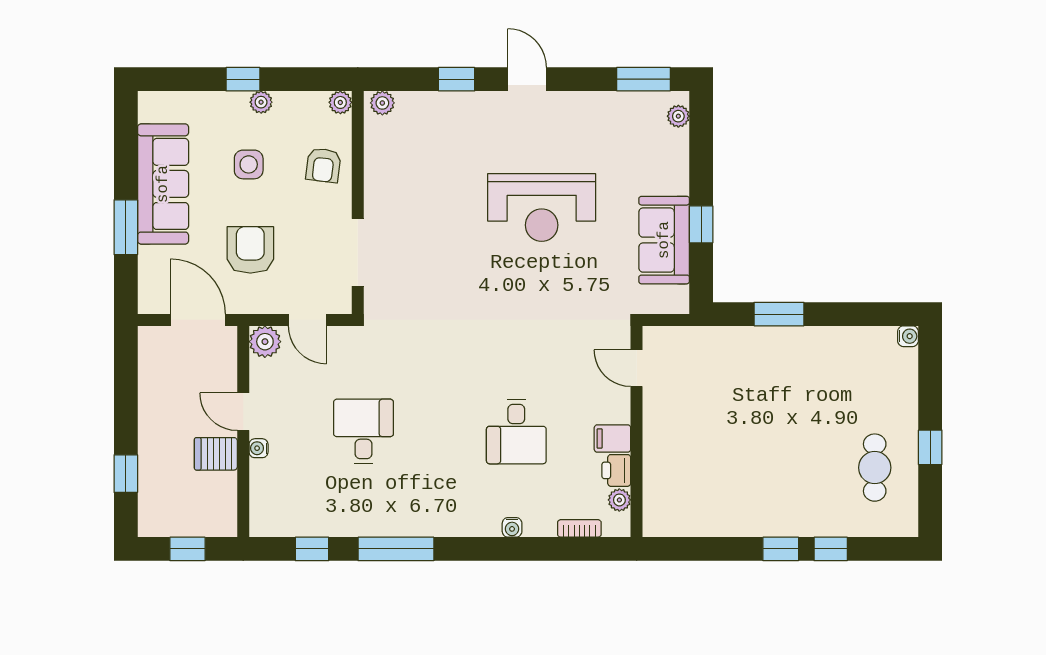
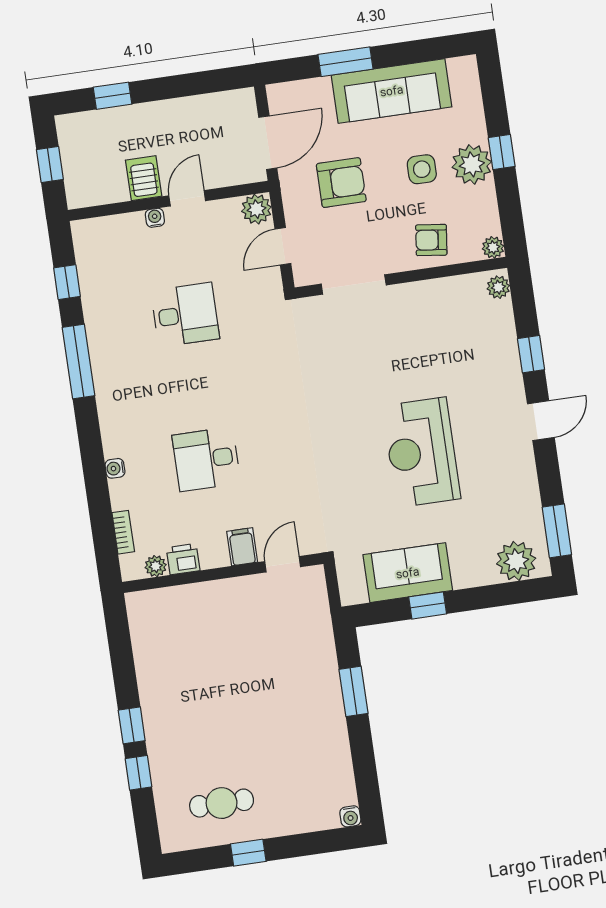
plant: (261, 102) -> (472, 164), width x1.88, depth x1.88
plant: (678, 116) -> (516, 561), width x1.87, depth x1.87
filing cabinet: (612, 439) -> (242, 547), moved

